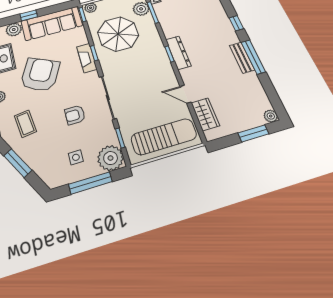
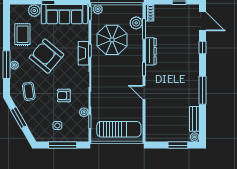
window: (236, 23) -> (203, 47), moved
dresser: (178, 53) -> (151, 51), moved
bench: (242, 58) -> (194, 119), moved
armchair: (40, 74) -> (46, 56), turned -76
door: (186, 94) -> (144, 92), moved
wardrobe: (205, 114) -> (152, 122), removed
plant: (111, 158) -> (84, 112), moved, width x0.53, depth x0.53

